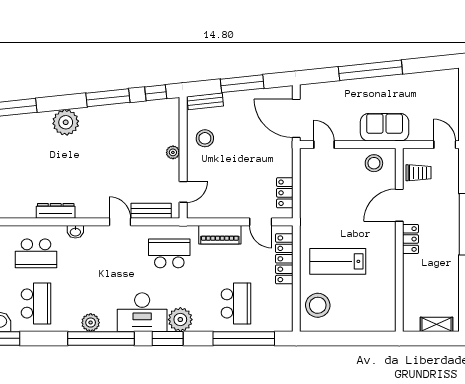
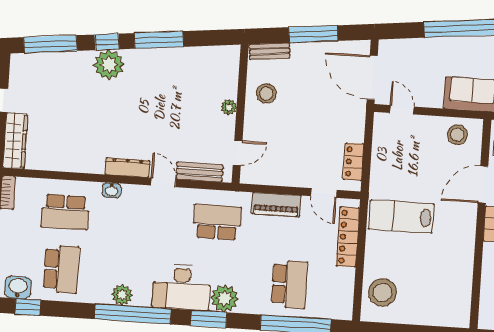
window: (156, 93) -> (107, 42), moved
dresser: (56, 211) -> (127, 167), moved
lab bench: (338, 261) -> (401, 216), moved

